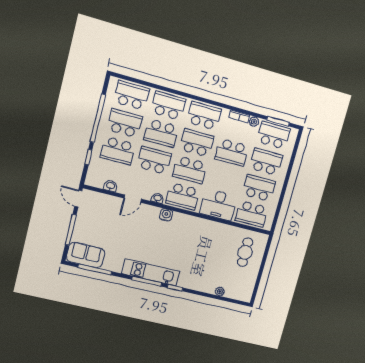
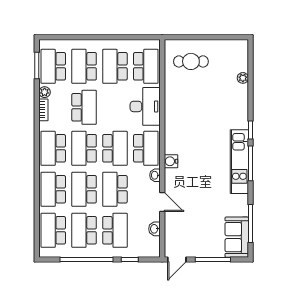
school desk: (161, 133) -> (84, 189), turned 180

